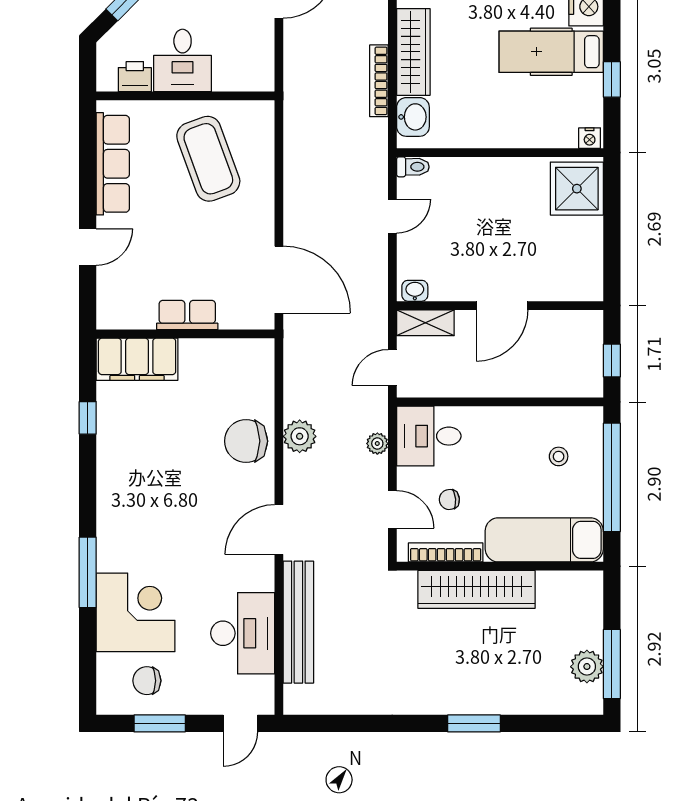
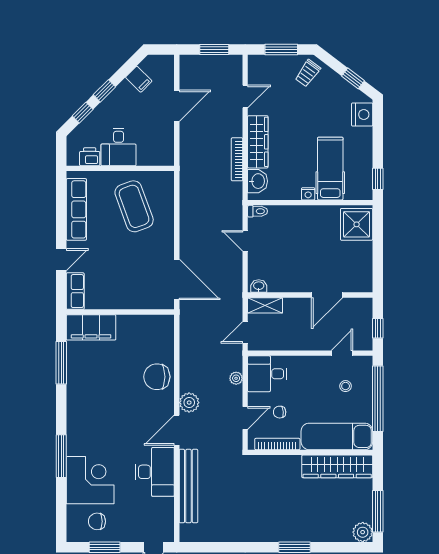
hospital bed: (551, 52) -> (330, 169), moved, turned 90
window: (612, 79) -> (378, 179), moved
nightstand: (590, 138) -> (308, 194), moved
door: (392, 216) -> (245, 241), swing flipped
door: (502, 306) -> (327, 295), moved
row of seats: (187, 315) -> (75, 291), moved, turned 90
door: (553, 402) -> (342, 353), added
window: (88, 418) -> (61, 363), width x2.17
plant: (300, 436) -> (189, 403), moved
door: (392, 509) -> (245, 418), hinge flipped
wardrobe: (476, 589) -> (337, 466), moved
desk: (243, 633) -> (155, 472), moved
plant: (587, 667) -> (363, 532), moved

